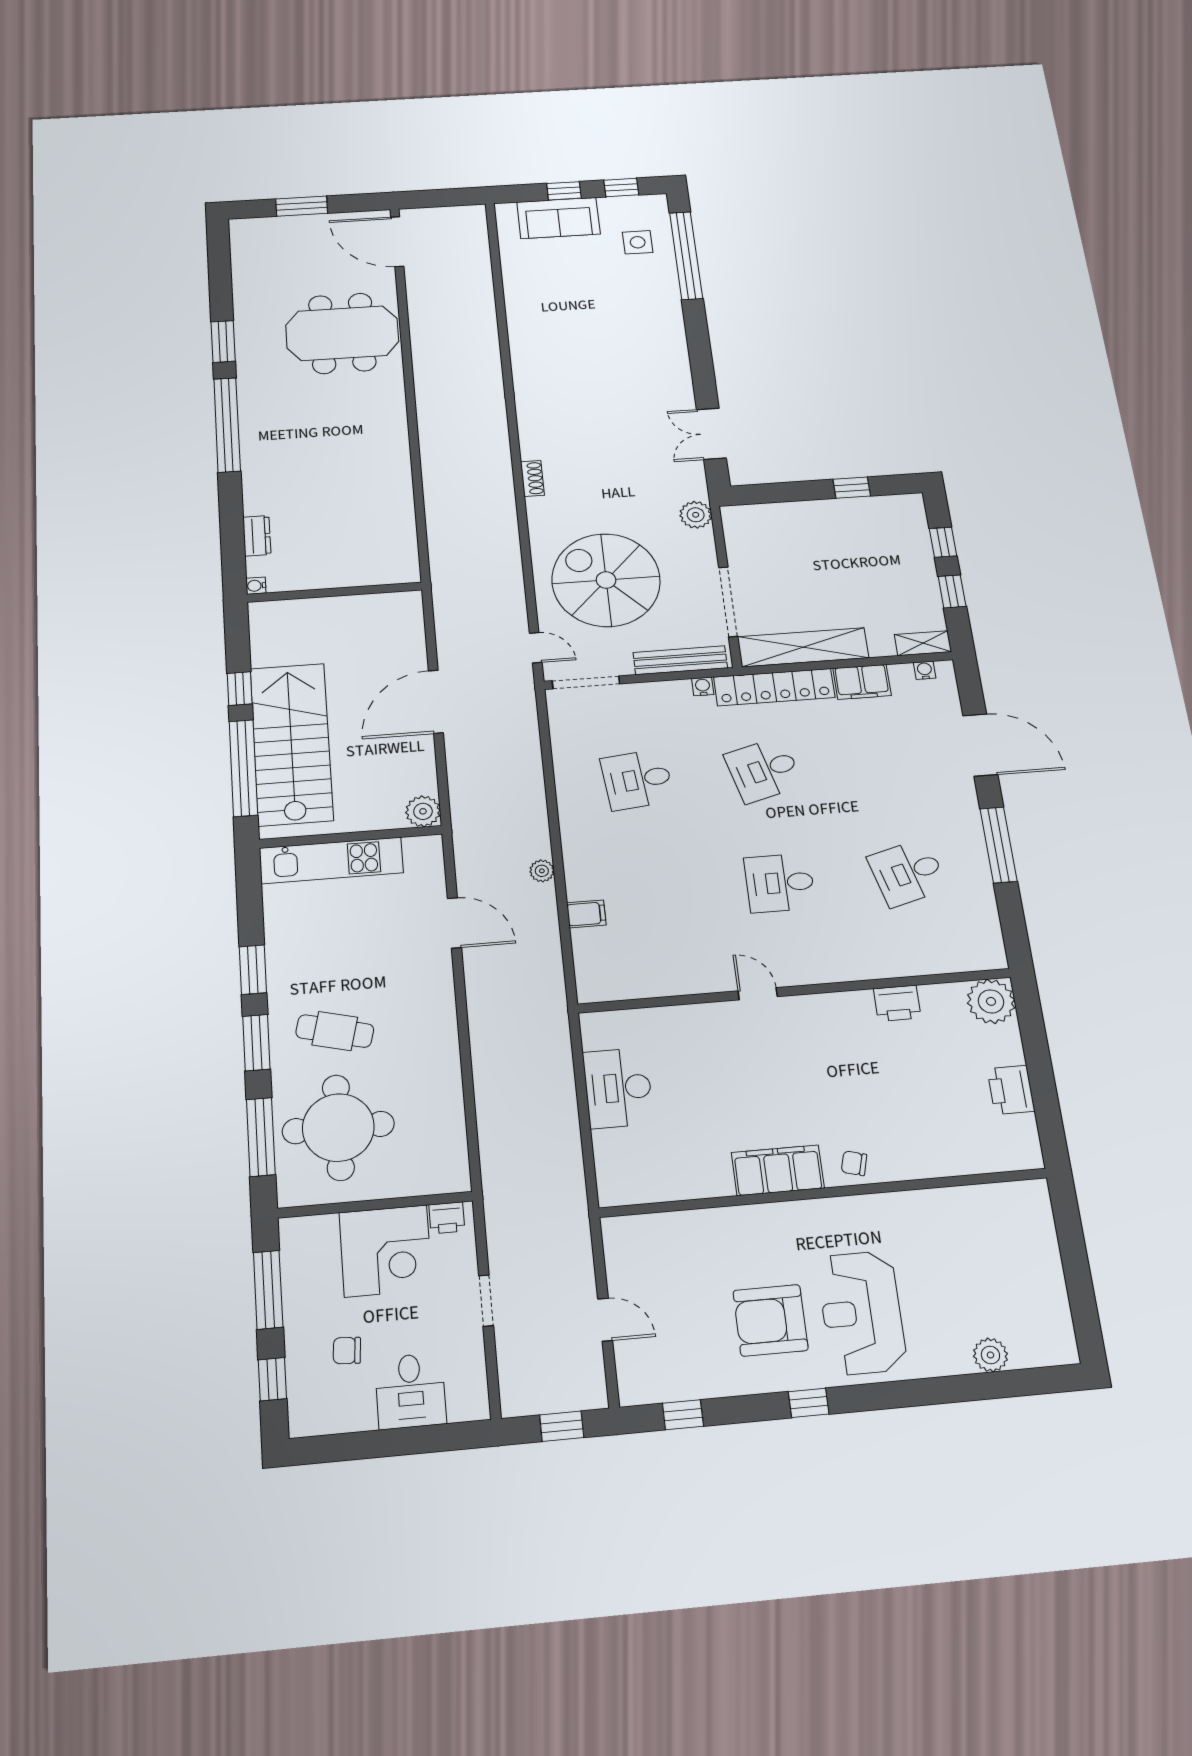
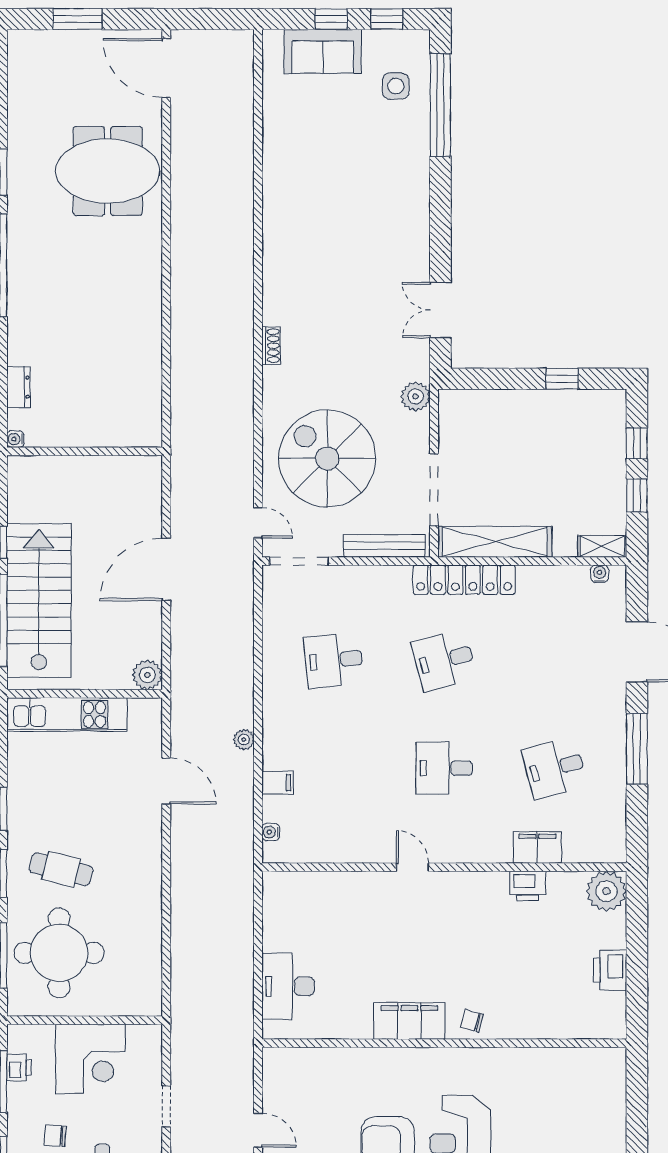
filing cabinet: (862, 682) -> (537, 847), moved, turned 180
water cooler: (703, 686) -> (271, 832), moved, turned -90
desk: (618, 1088) -> (288, 986), moved
printer: (447, 1218) -> (19, 1068), moved, turned -90

